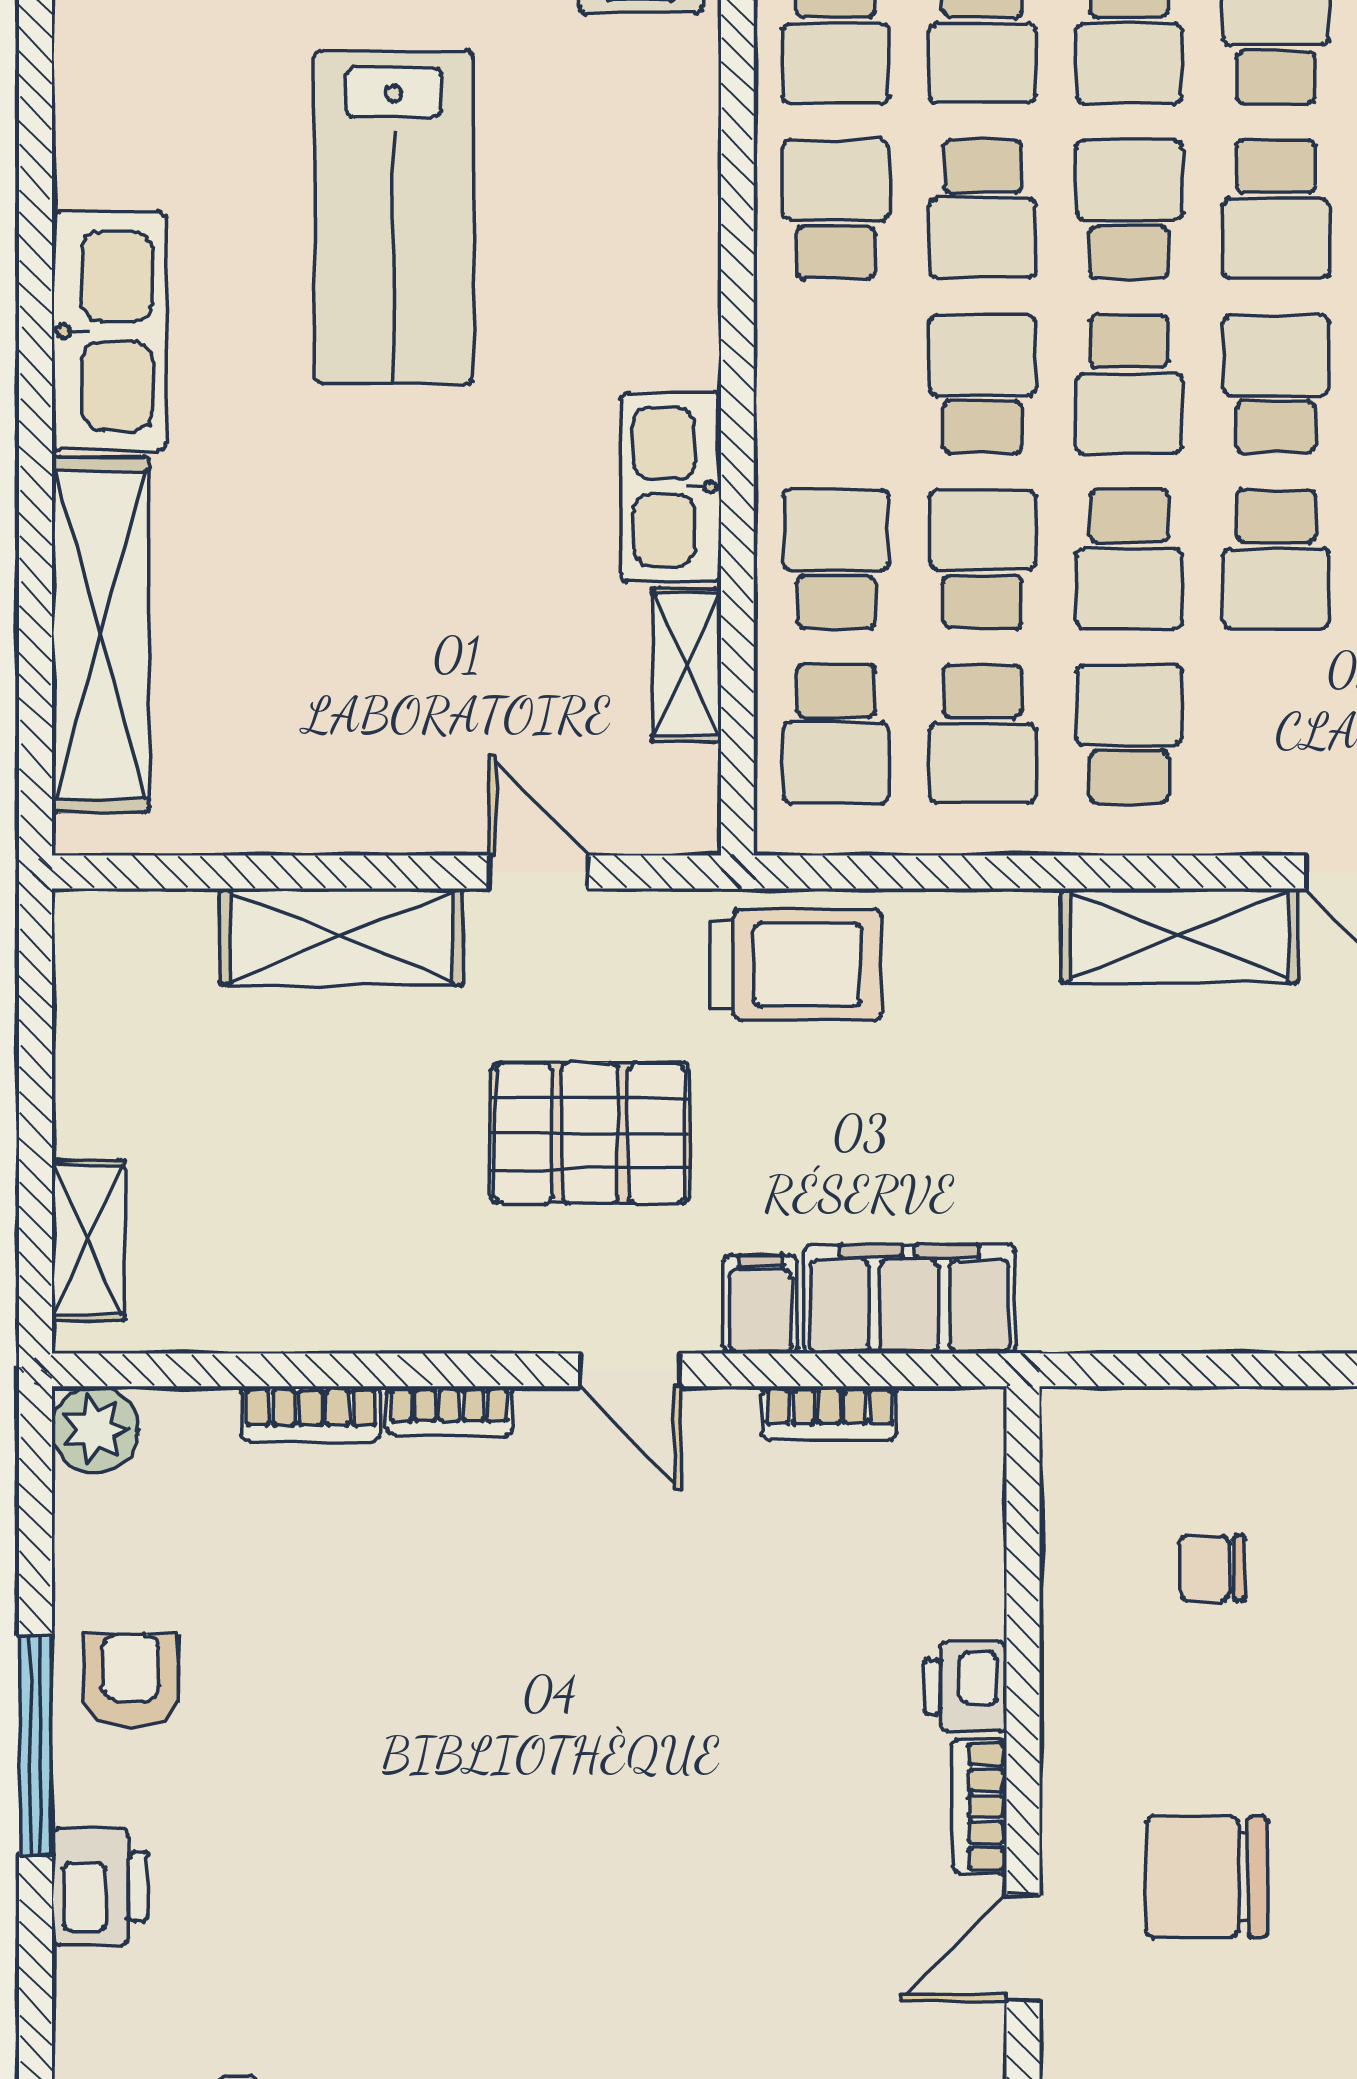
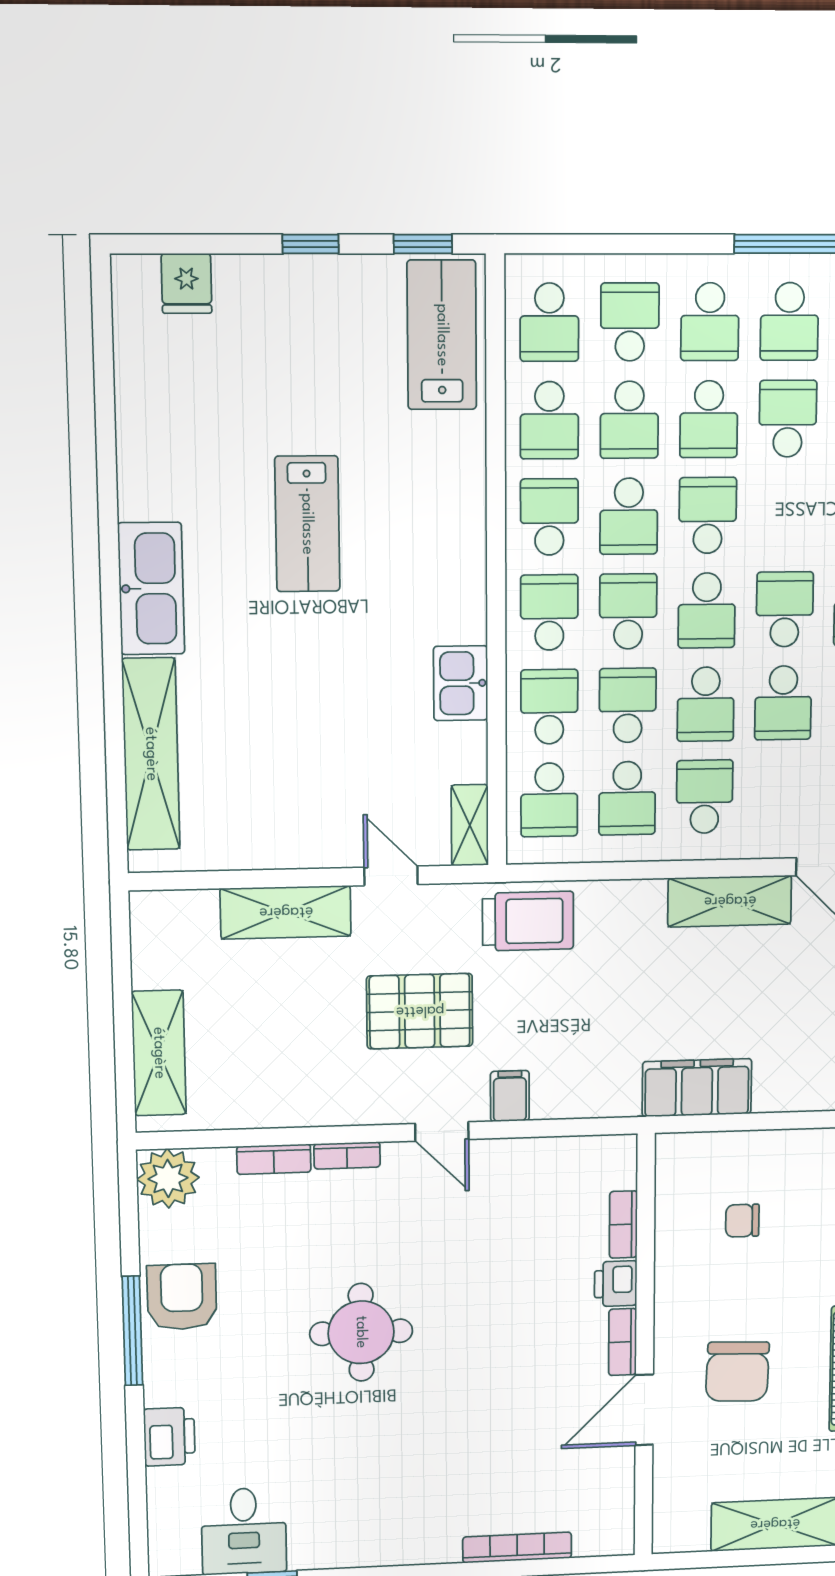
school desk: (1276, 209) -> (549, 612), moved, turned 180
lab bench: (394, 217) -> (307, 524), width x0.73, depth x0.72
kitchen sink: (671, 487) -> (461, 683), width x0.73
shelving: (687, 665) -> (470, 825), moved
shelving: (88, 1240) -> (159, 1053), width x1.50, depth x1.33
filing cabinet: (909, 1299) -> (697, 1088), moved
bookcase: (829, 1413) -> (623, 1224), moved, turned 90
plant: (95, 1429) -> (168, 1178), width x1.36, depth x1.36
armchair: (131, 1681) -> (182, 1297), width x1.38, depth x1.38
round table: (472, 1766) -> (361, 1332), added
chair: (1207, 1877) -> (737, 1372), turned -88
printer: (100, 1886) -> (169, 1437), moved
door: (1023, 1948) -> (644, 1410), width x1.38

